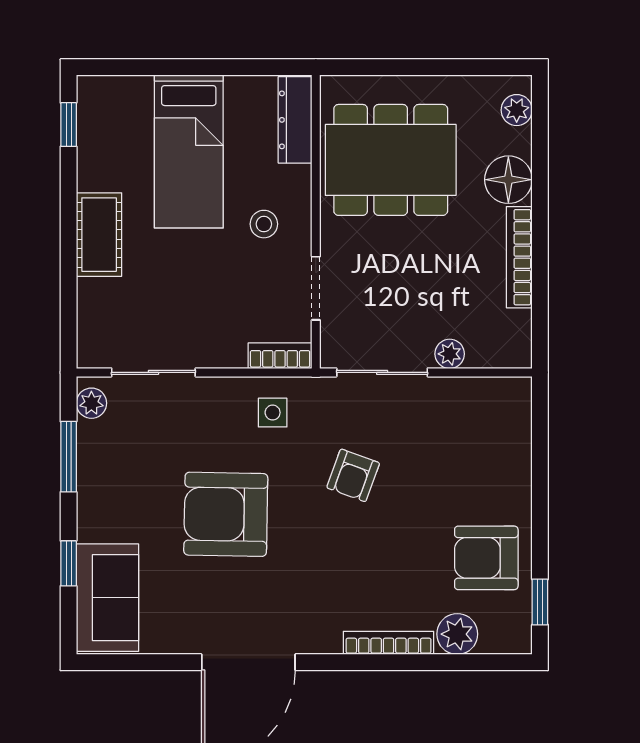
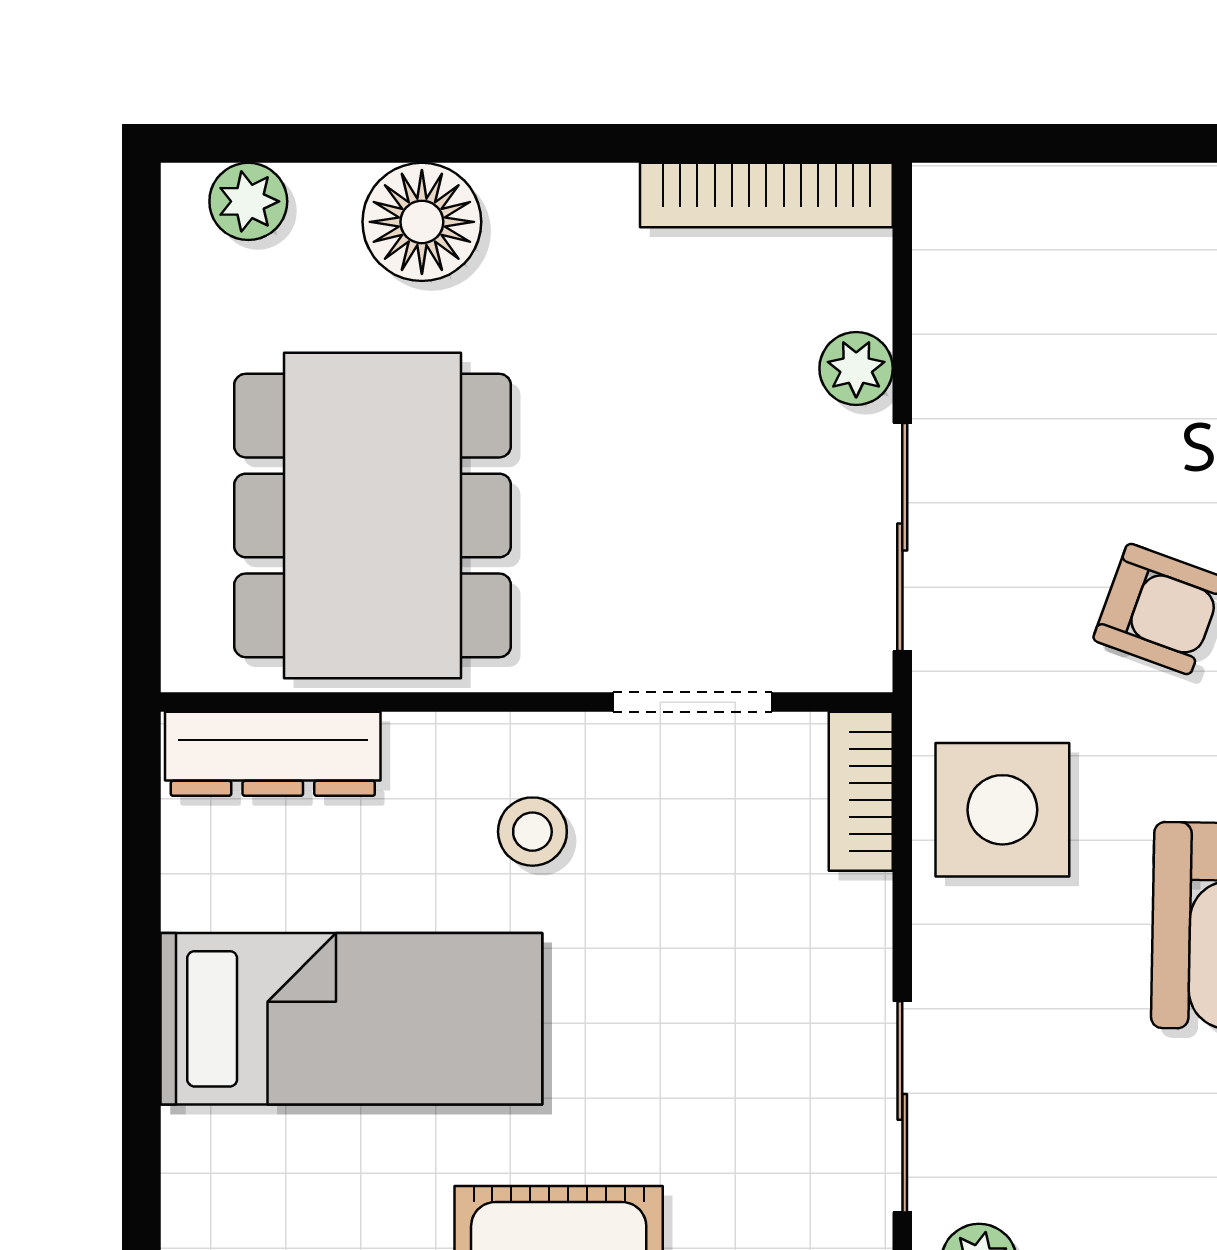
bookcase: (519, 257) -> (766, 195), moved
side table: (273, 413) -> (1002, 810), width x1.87, depth x1.87

